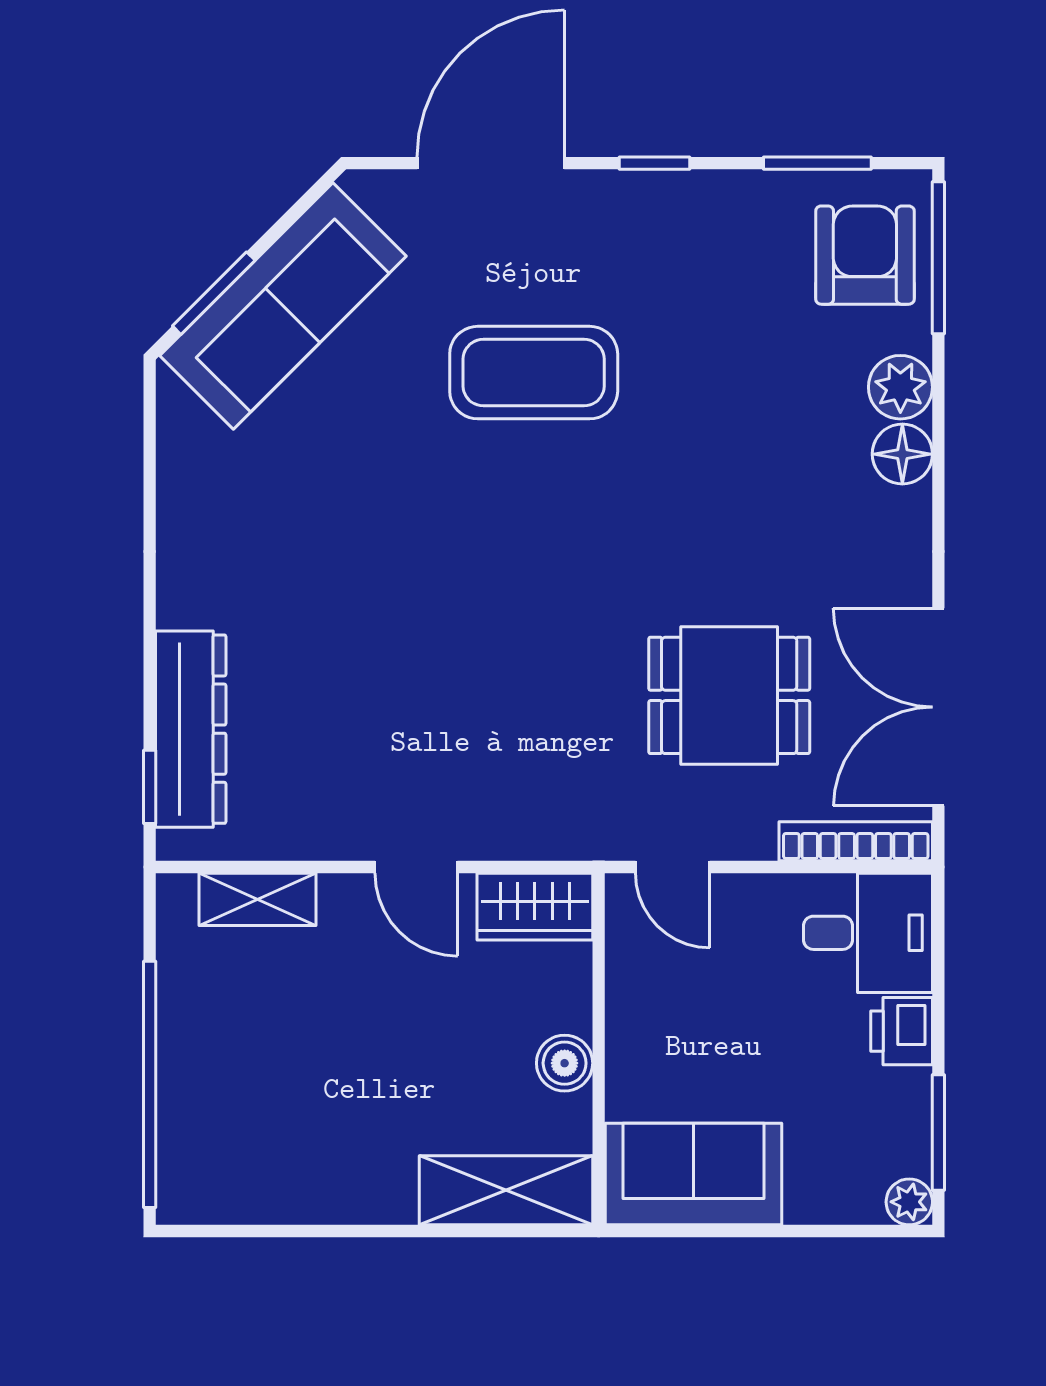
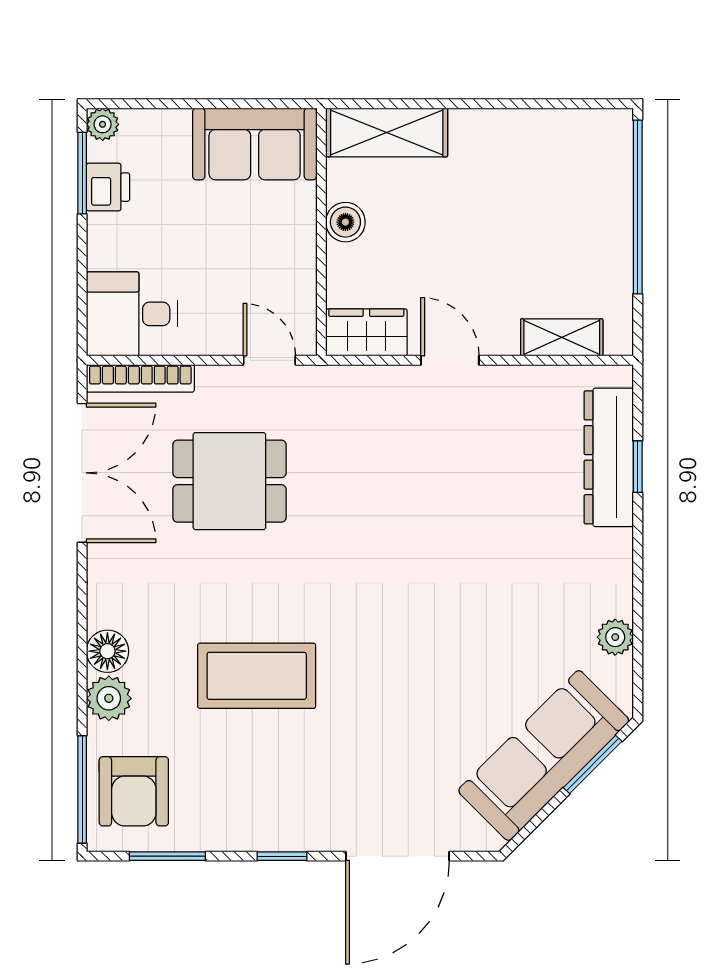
coffee table: (534, 373) -> (257, 676), moved
plant: (182, 474) -> (615, 637), added
window: (150, 787) -> (638, 467), moved
printer: (902, 1031) -> (108, 187), moved

